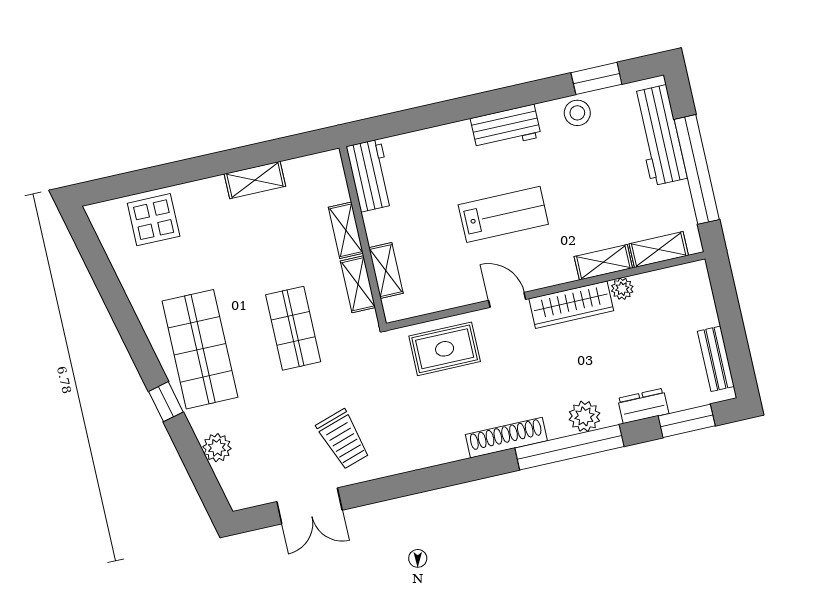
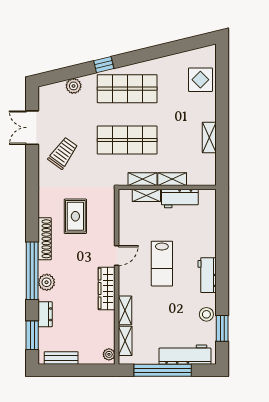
workbench: (370, 176) -> (180, 199), moved
plant: (622, 289) -> (109, 354), moved
shop shelf: (293, 328) -> (127, 140), width x1.43, depth x1.36
rug: (445, 349) -> (75, 216), moved
trolley: (343, 439) -> (63, 153), turned 144

